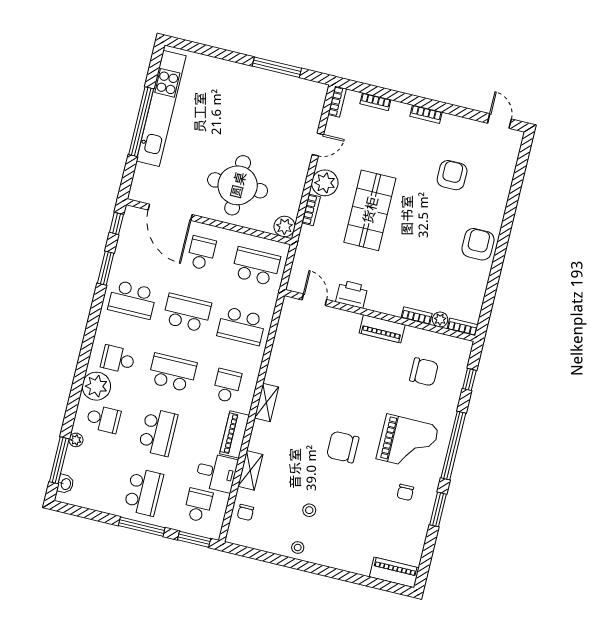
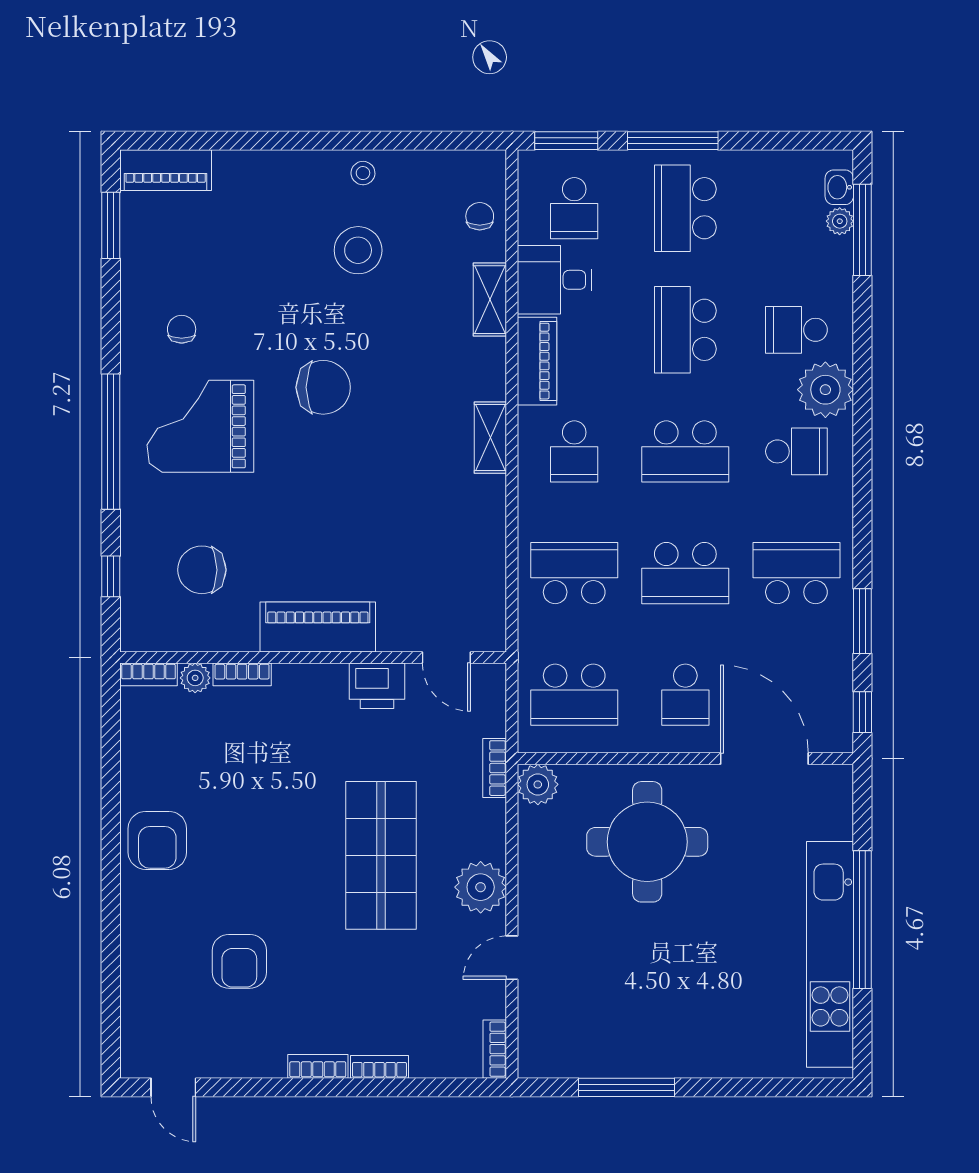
bookcase: (375, 102) -> (379, 1067), moved
bookcase: (311, 210) -> (495, 768), moved
piano: (382, 329) -> (318, 627), width x1.37, depth x1.33
plant: (76, 440) -> (840, 221), moved
window: (438, 509) -> (111, 225), moved
stool: (309, 510) -> (358, 250), width x1.89, depth x1.89

